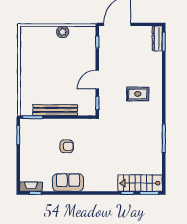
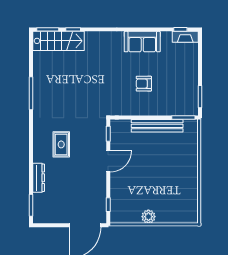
dresser: (157, 38) -> (39, 178), moved
rug: (138, 94) -> (61, 144), turned 90

